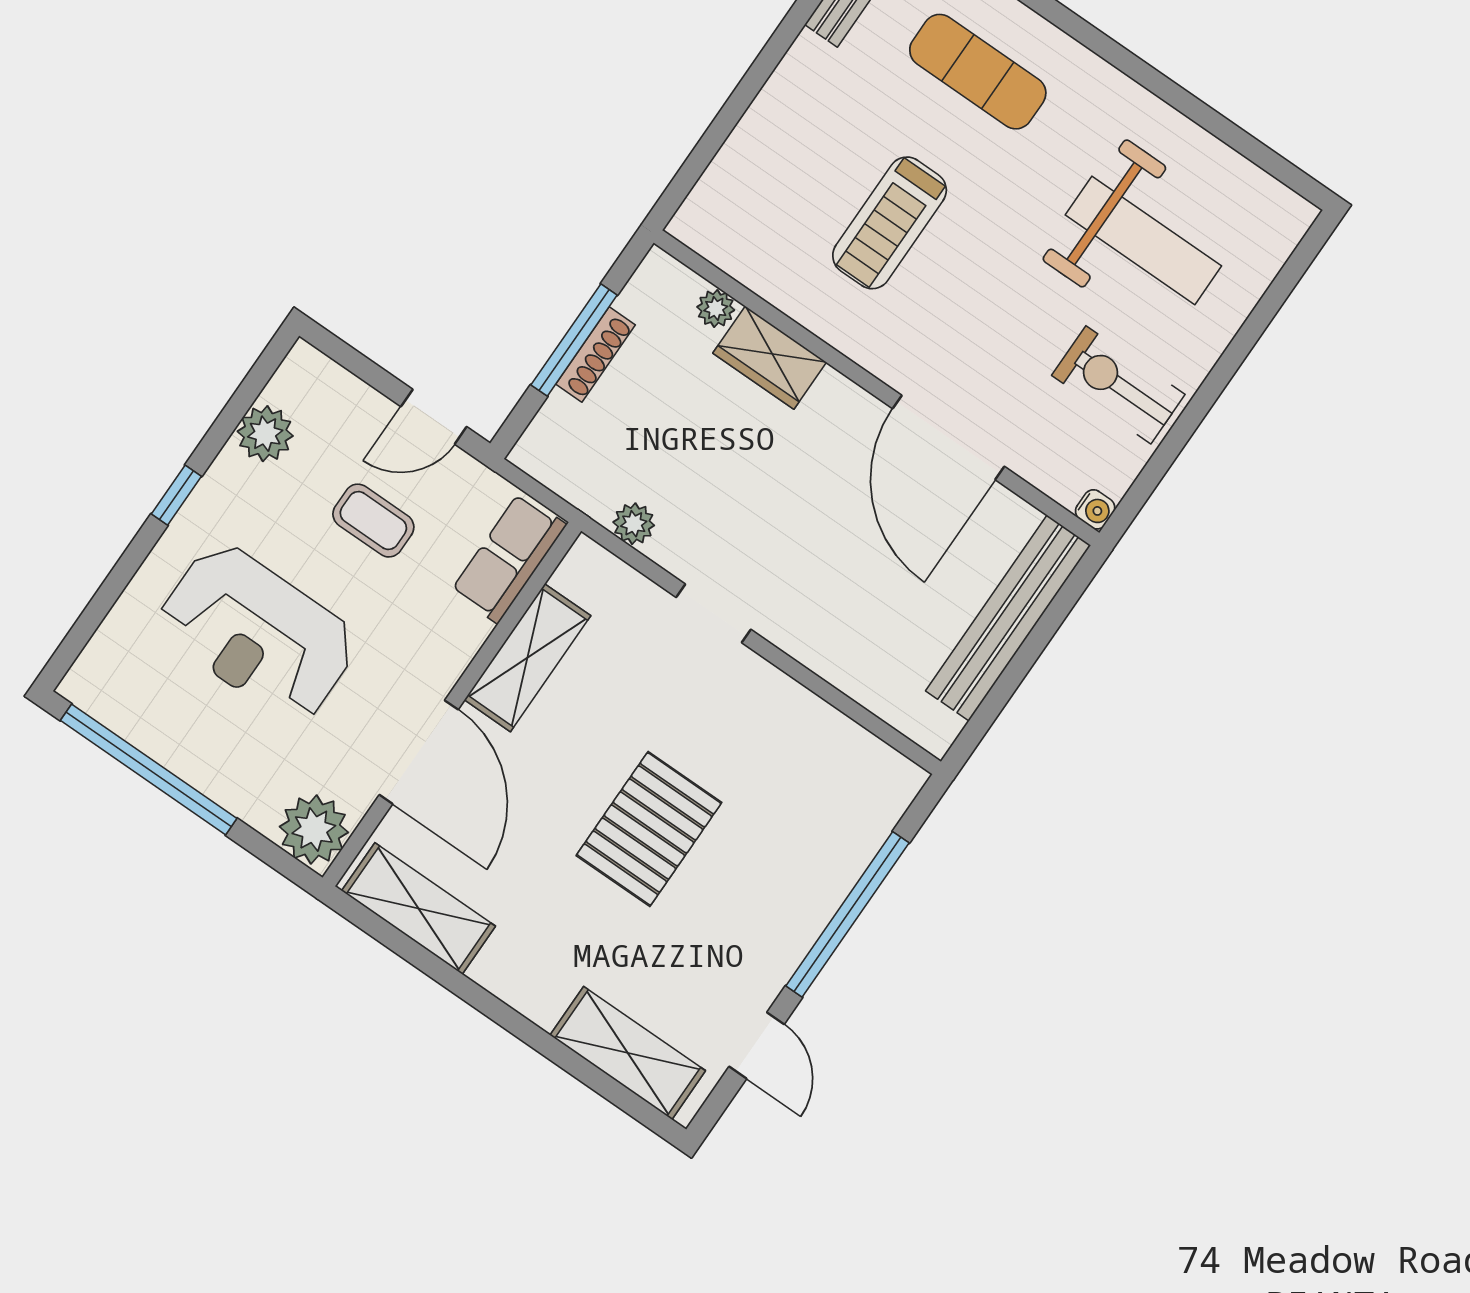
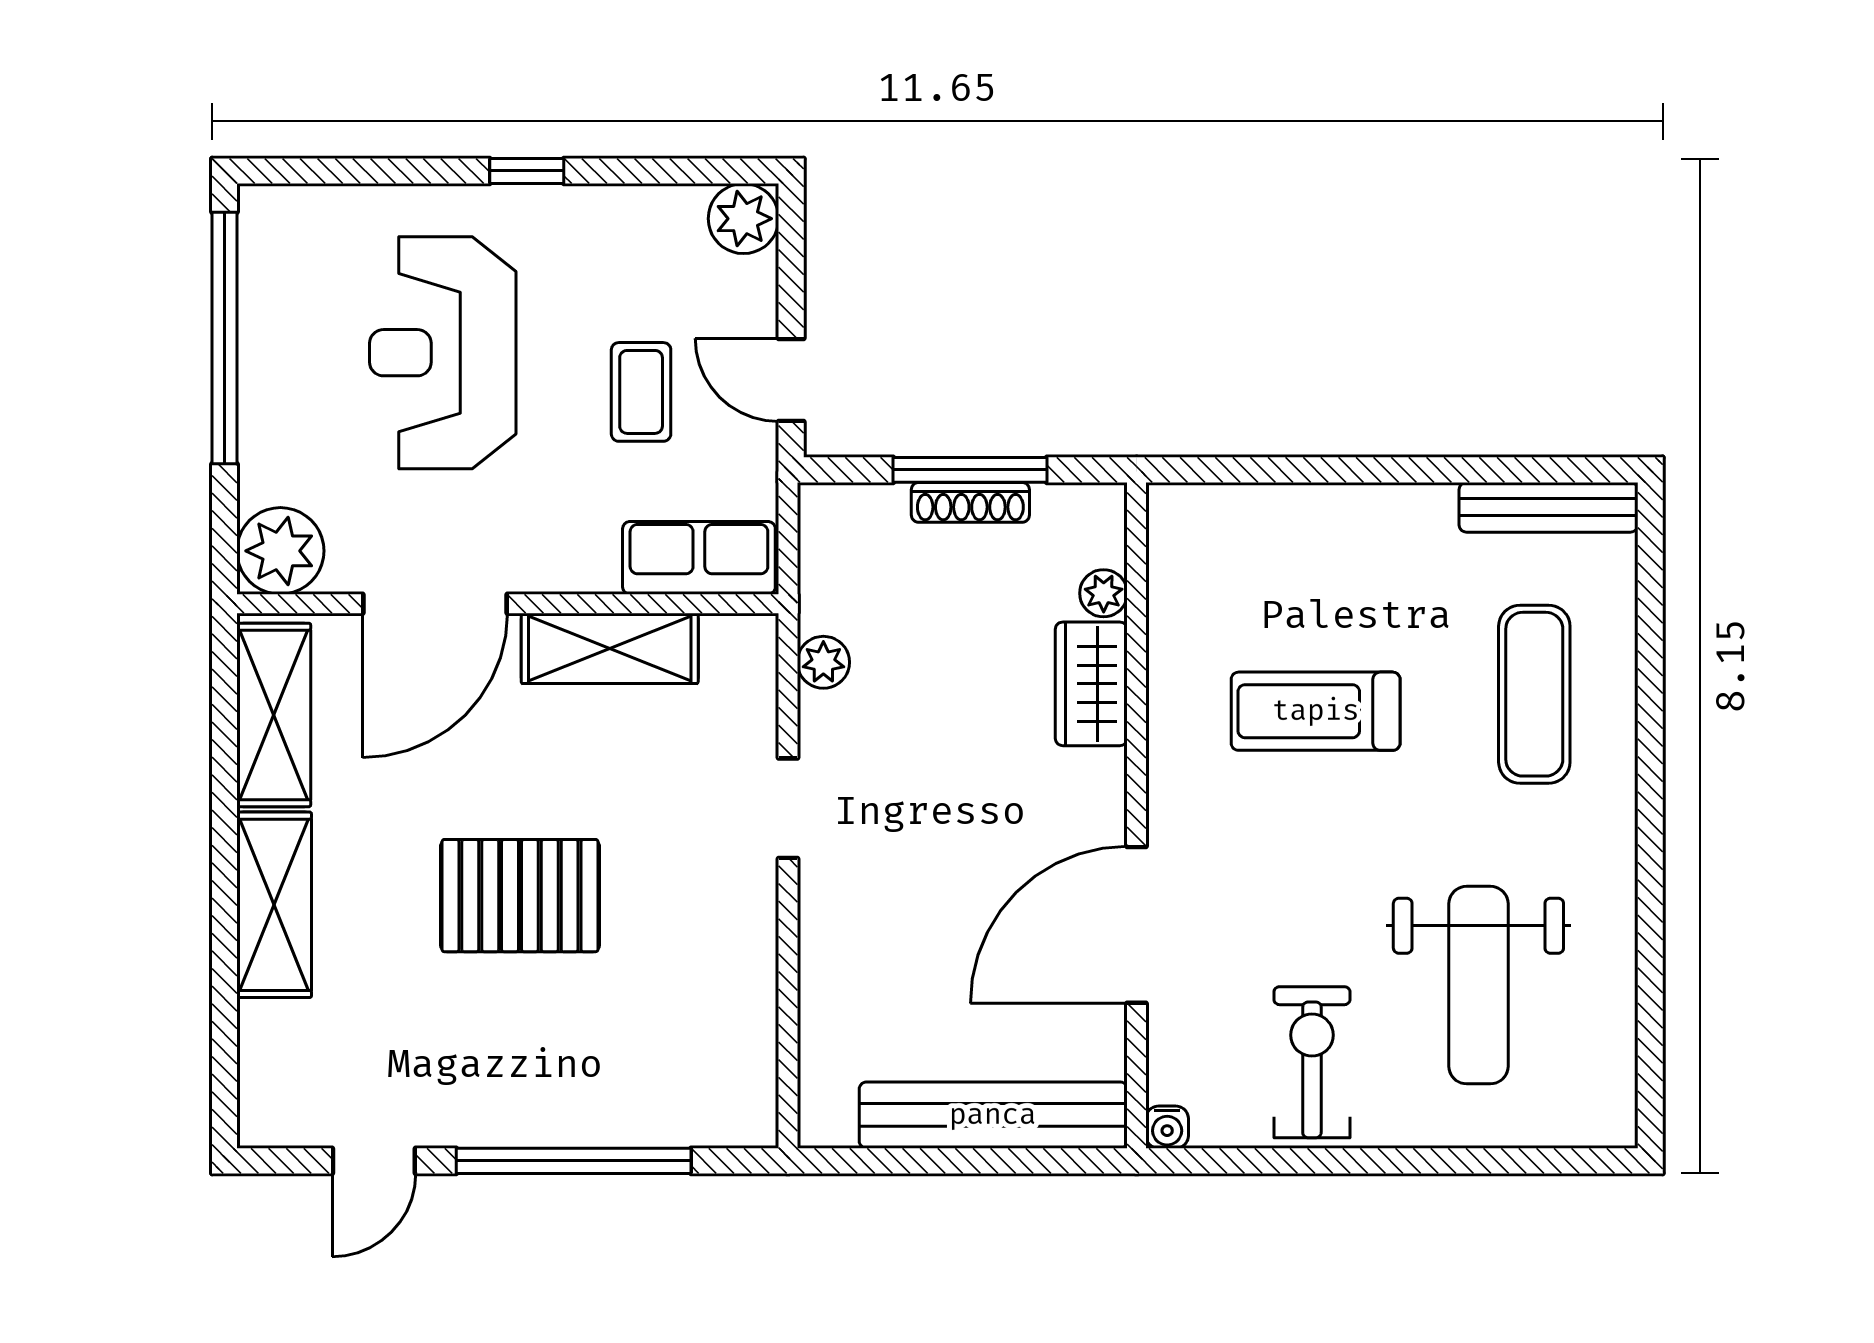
plant: (265, 434) -> (743, 219), moved
shelving: (628, 1053) -> (274, 905), moved

